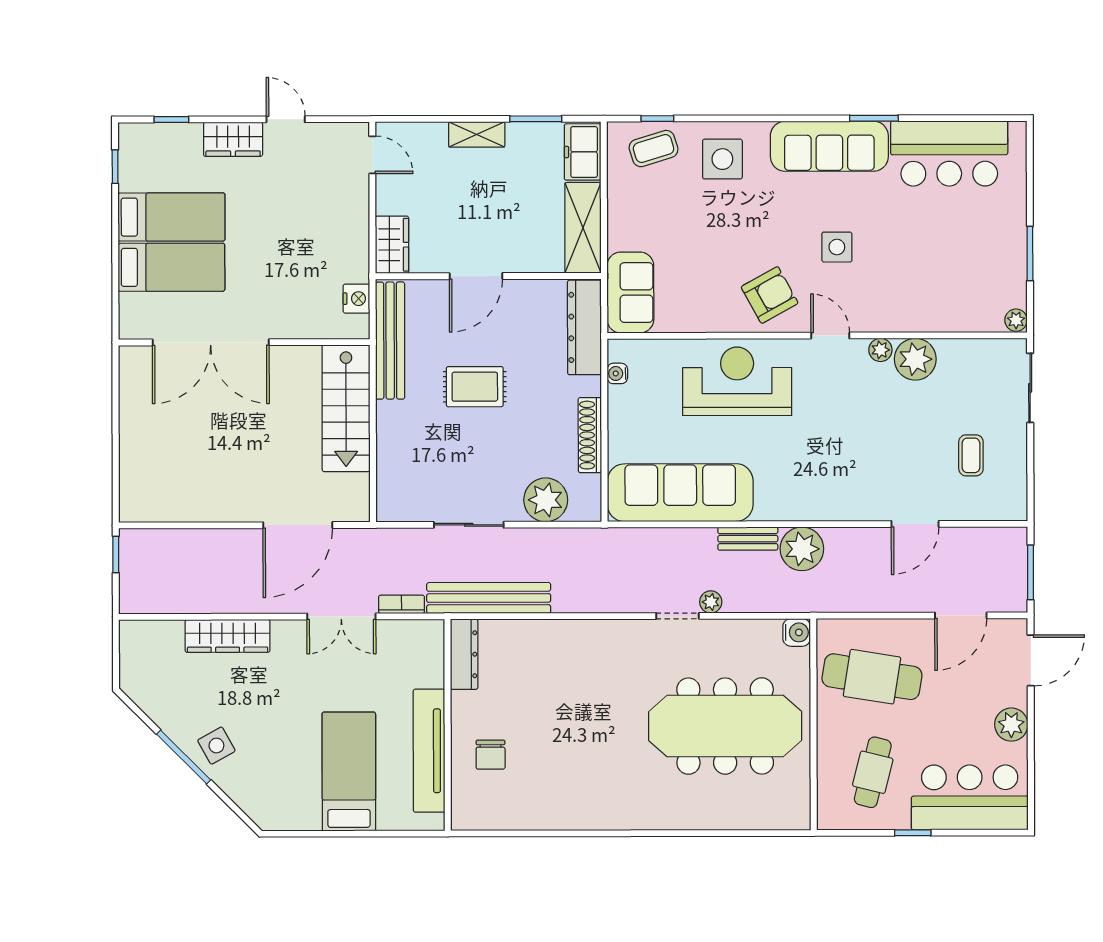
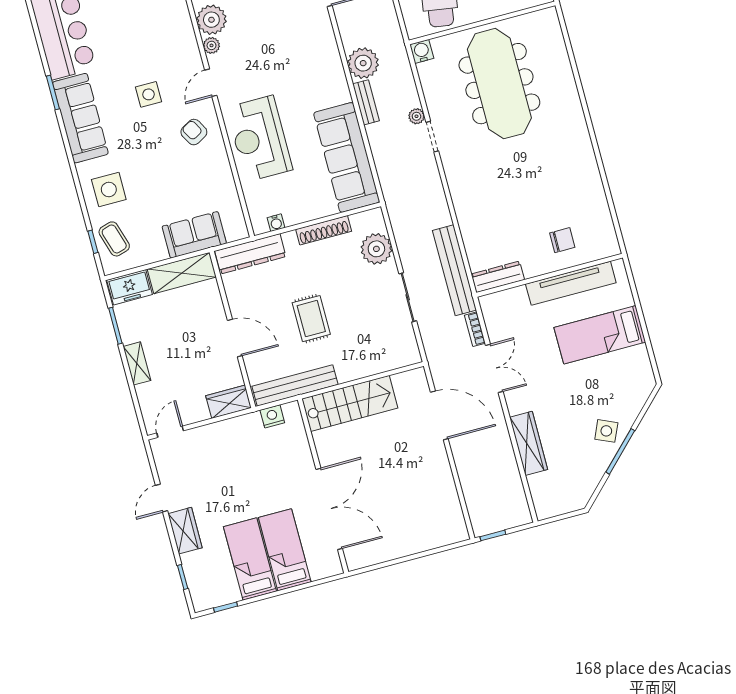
sofa: (630, 293) -> (194, 235), moved
armchair: (770, 295) -> (194, 132), width x0.72, depth x0.72
side table: (216, 746) -> (606, 431), turned -37

